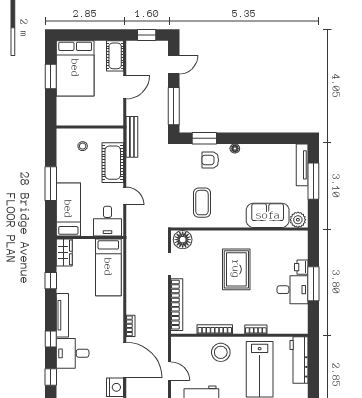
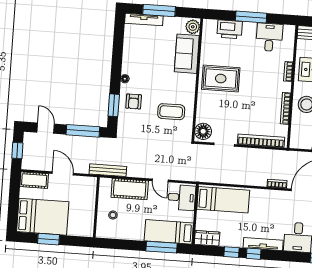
window: (51, 184) -> (162, 247), moved
door: (125, 196) -> (160, 180), swing flipped
printer: (301, 267) -> (230, 29), width x1.87, depth x1.48
rug: (236, 269) -> (221, 79), moved
desk: (292, 290) -> (269, 37), moved
window: (51, 339) -> (254, 254), moved

